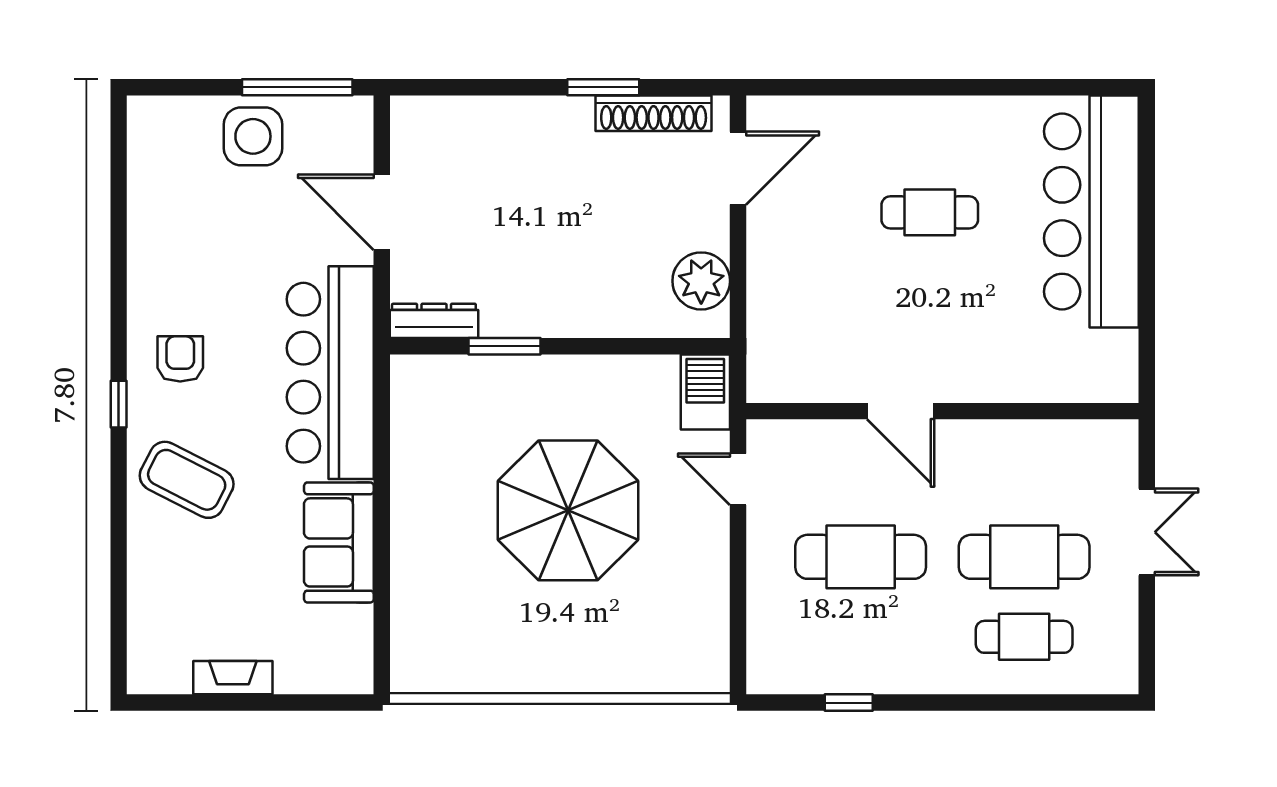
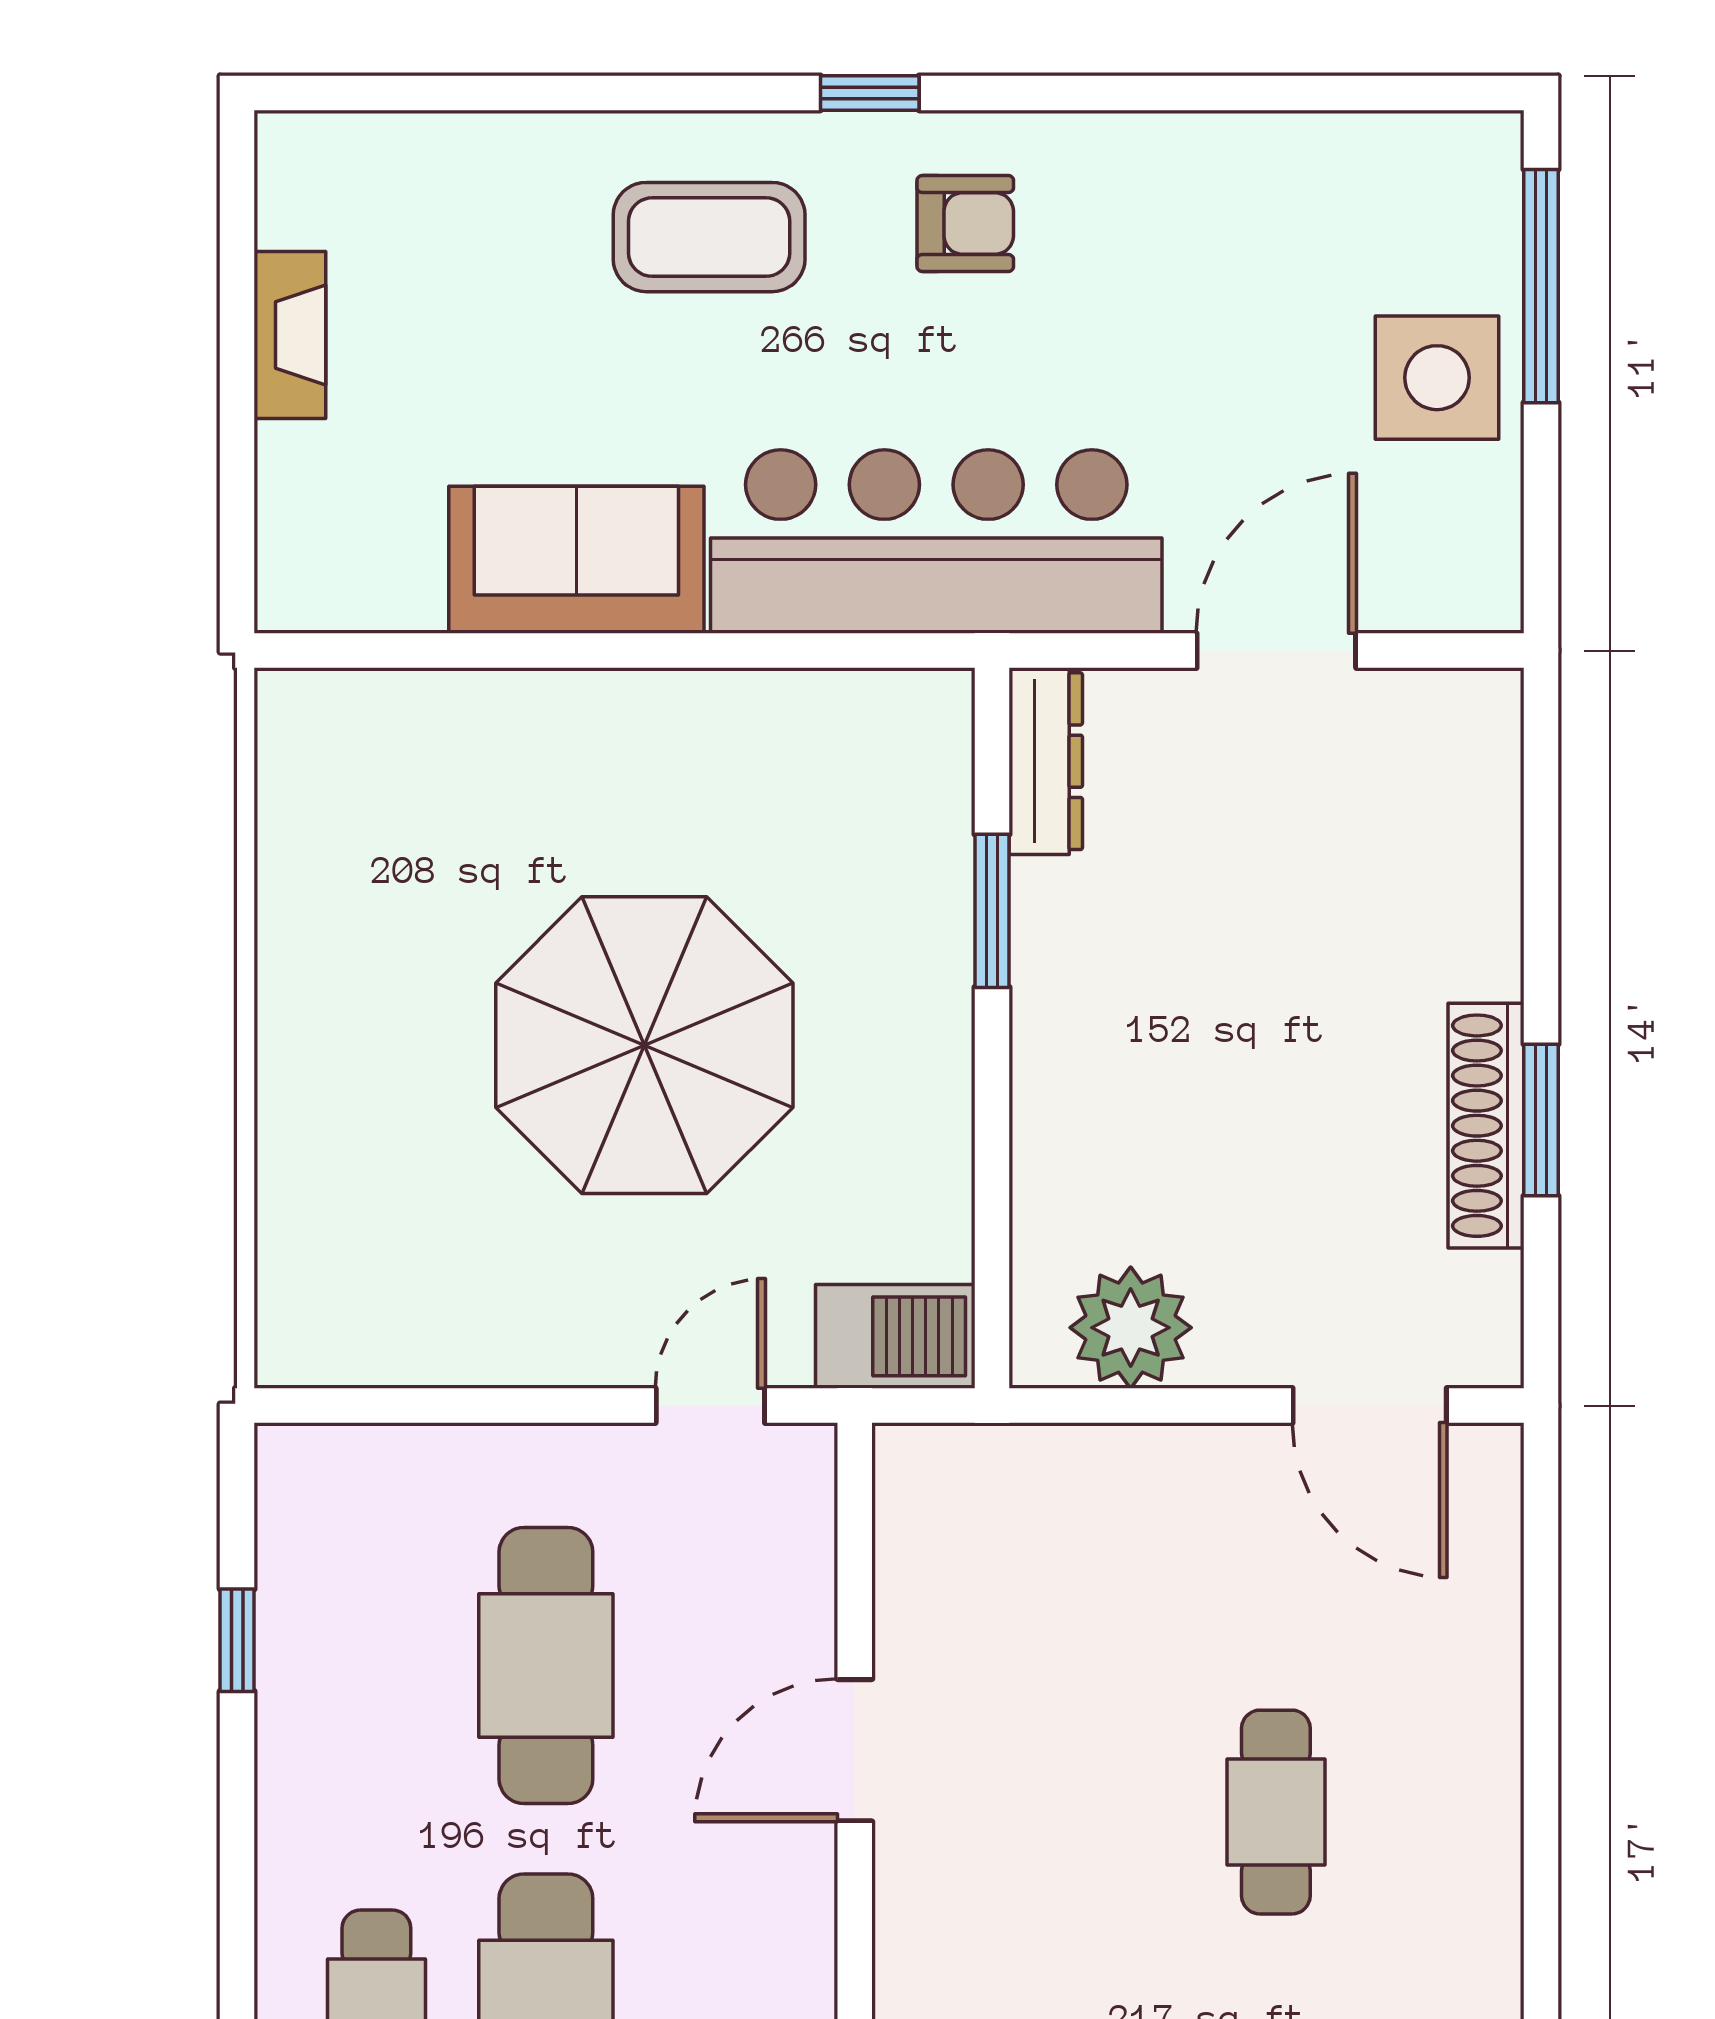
window: (297, 87) -> (1541, 286), moved
shoe rack: (654, 113) -> (1486, 1126), moved
coffee table: (187, 480) -> (709, 237), turned 63

